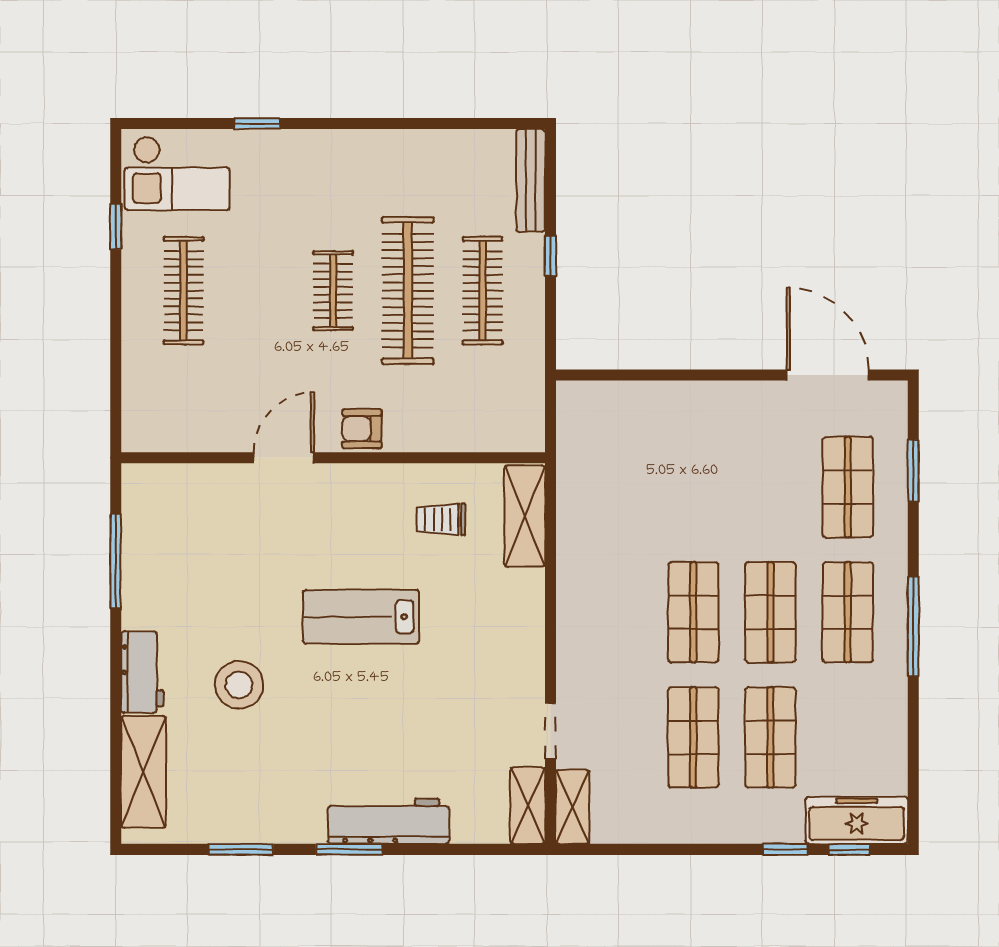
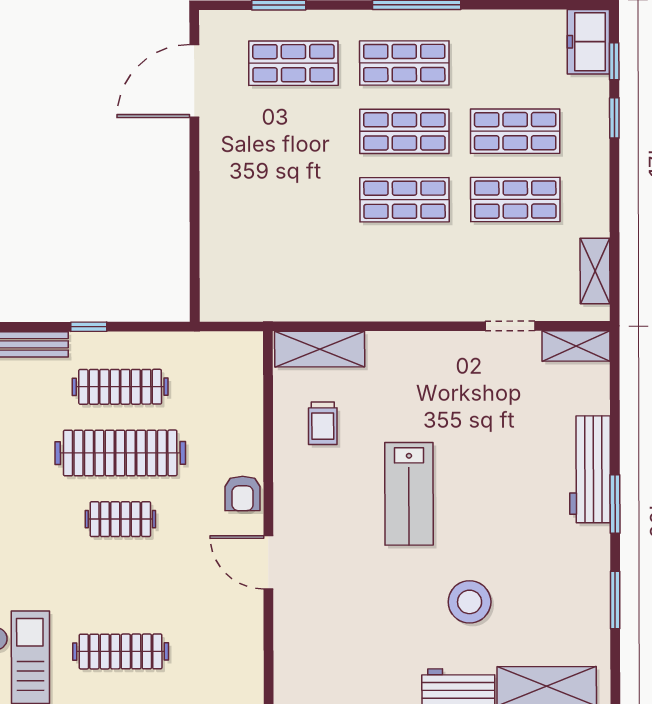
shelving: (573, 807) -> (595, 271), moved, turned 90
freezer: (857, 820) -> (588, 42), width x0.71

